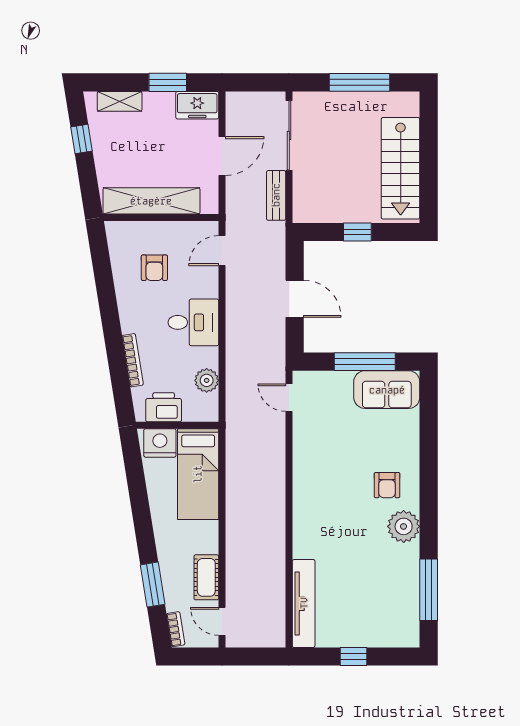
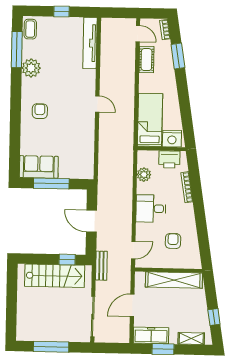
freezer: (197, 105) -> (151, 335), width x1.40
stairs: (401, 168) -> (55, 276), moved, turned 90
bench: (276, 195) -> (101, 266), moved
window: (357, 232) -> (67, 260), moved
door: (289, 398) -> (97, 104), moved
plant: (404, 526) -> (31, 68), moved
coffee table: (406, 625) -> (30, 29), added

